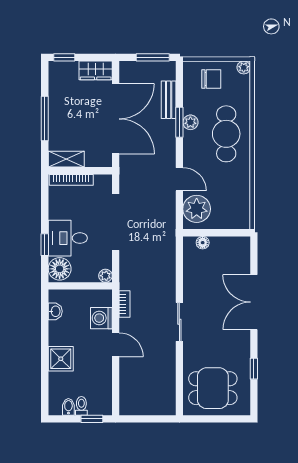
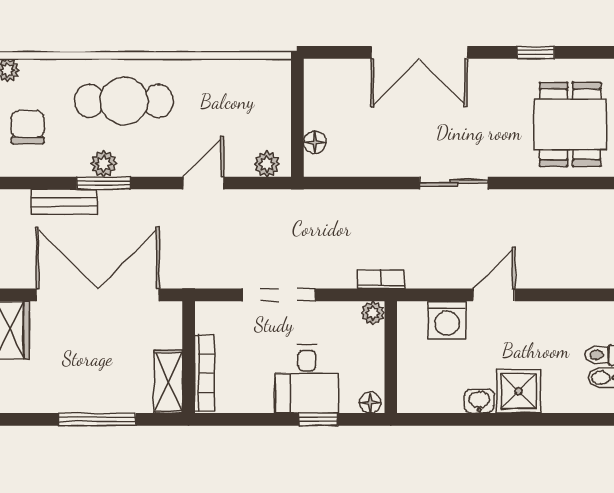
plant: (197, 209) -> (267, 164), width x0.53, depth x0.53
doorway: (116, 222) -> (279, 295), width x0.73
floor lamp: (60, 269) -> (370, 403), width x0.53, depth x0.53
bookcase: (125, 304) -> (381, 279), moved
washbasin: (55, 311) -> (479, 401), moved

